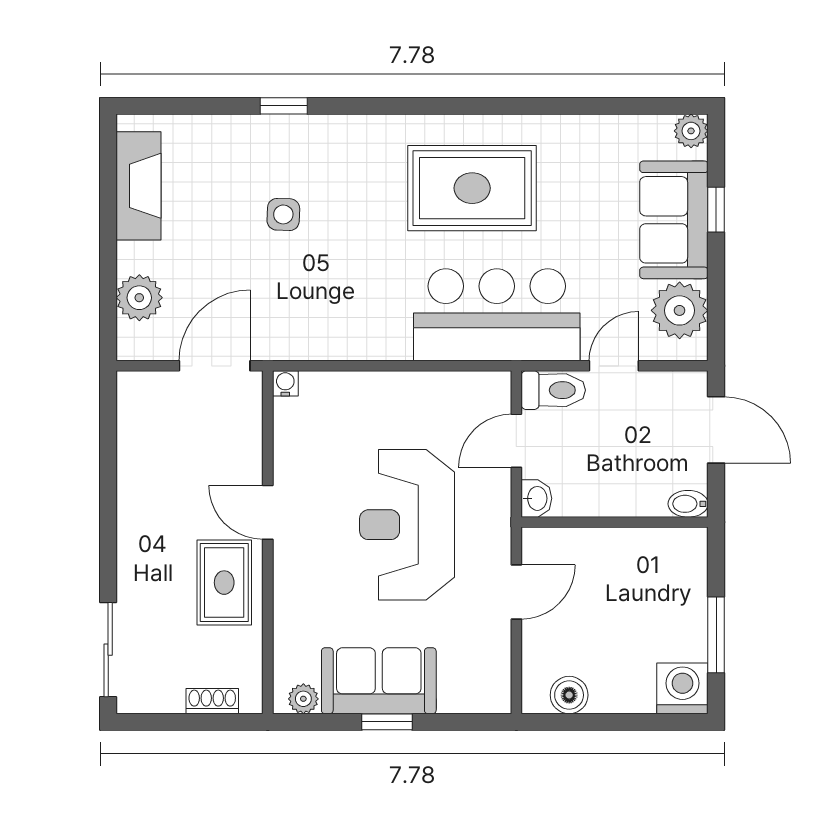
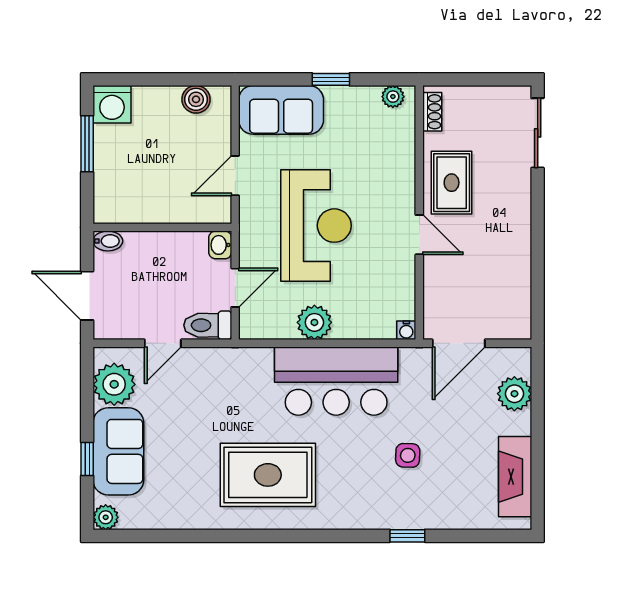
bar counter: (497, 315) -> (336, 381), moved
plant: (409, 394) -> (314, 322), added
sofa: (379, 681) -> (281, 110), moved
shoe rack: (212, 701) -> (432, 112), moved, turned -90

